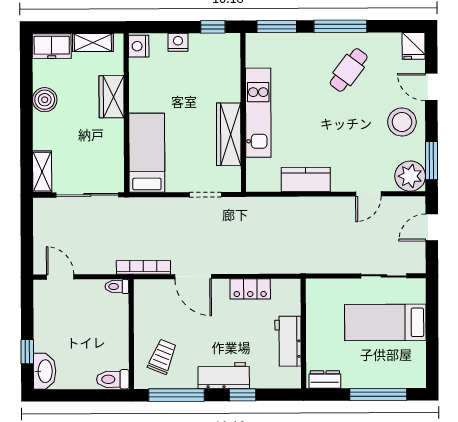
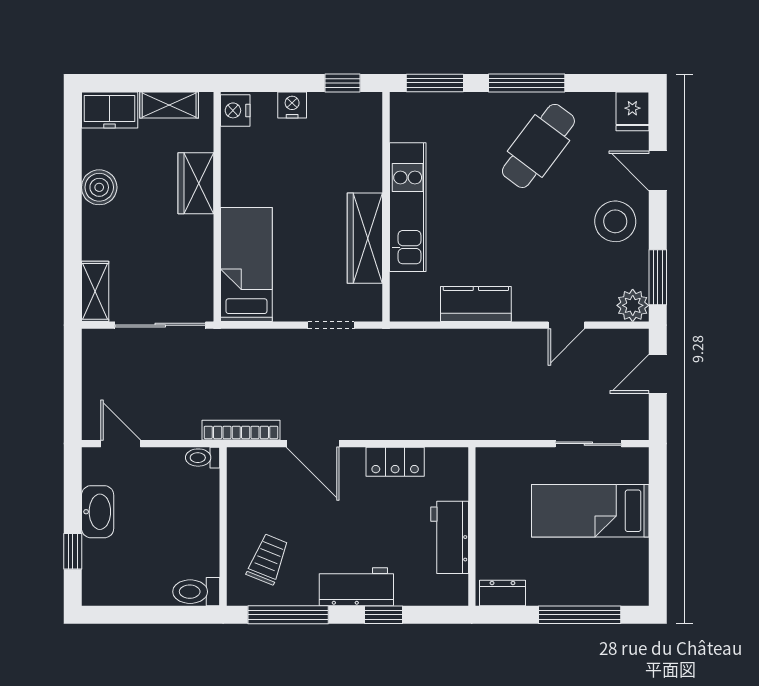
cafe table: (349, 70) -> (538, 146), width x1.37, depth x1.35
plant: (410, 176) -> (633, 305), width x0.73, depth x0.73
washbasin: (45, 371) -> (98, 512), moved

